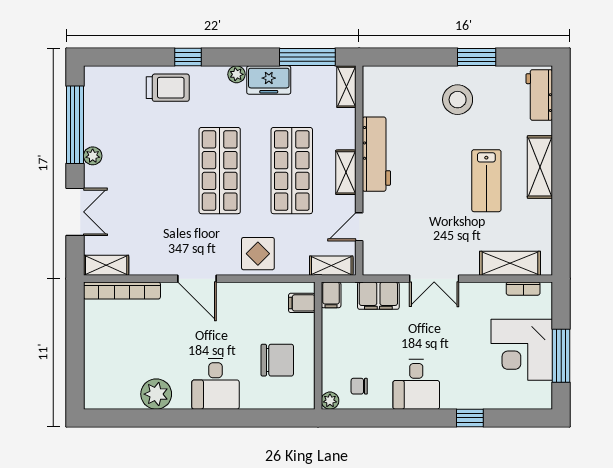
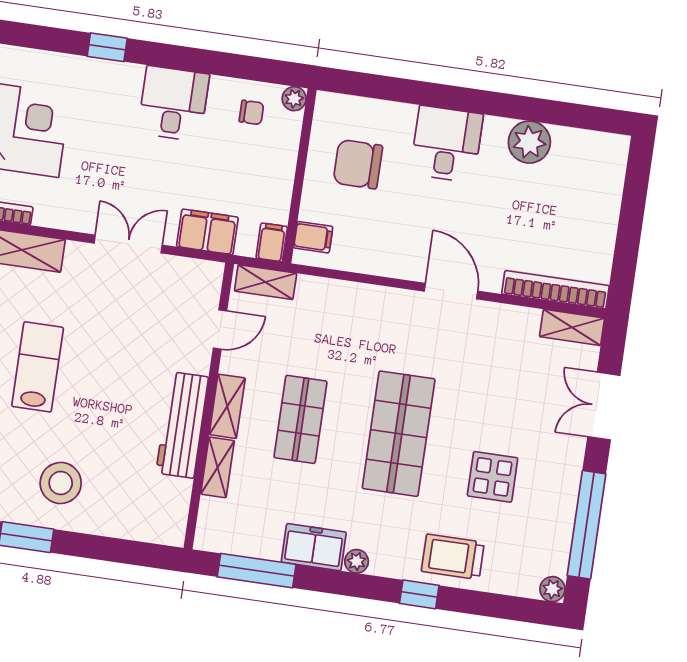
shelving: (346, 87) -> (218, 467), moved
plant: (93, 156) -> (552, 589), moved
shop shelf: (292, 171) -> (300, 419), width x0.70, depth x0.74
display table: (258, 254) -> (493, 477), moved

